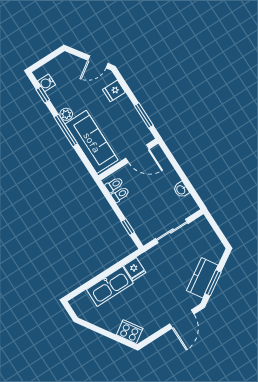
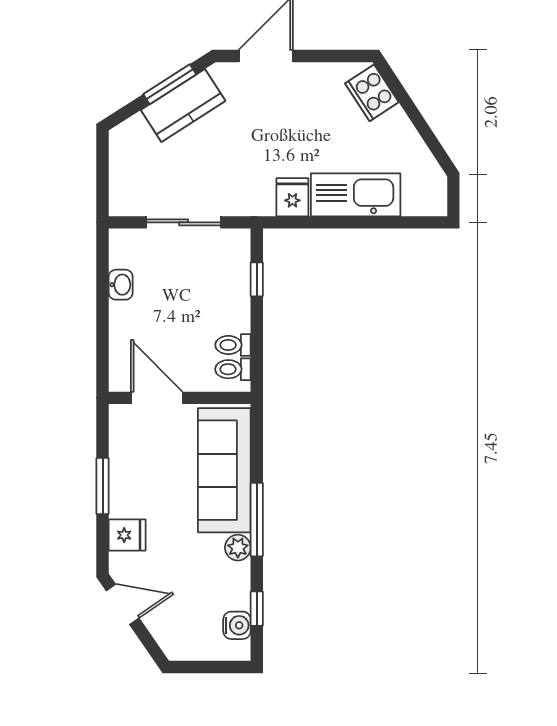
window: (144, 115) -> (103, 486), moved

